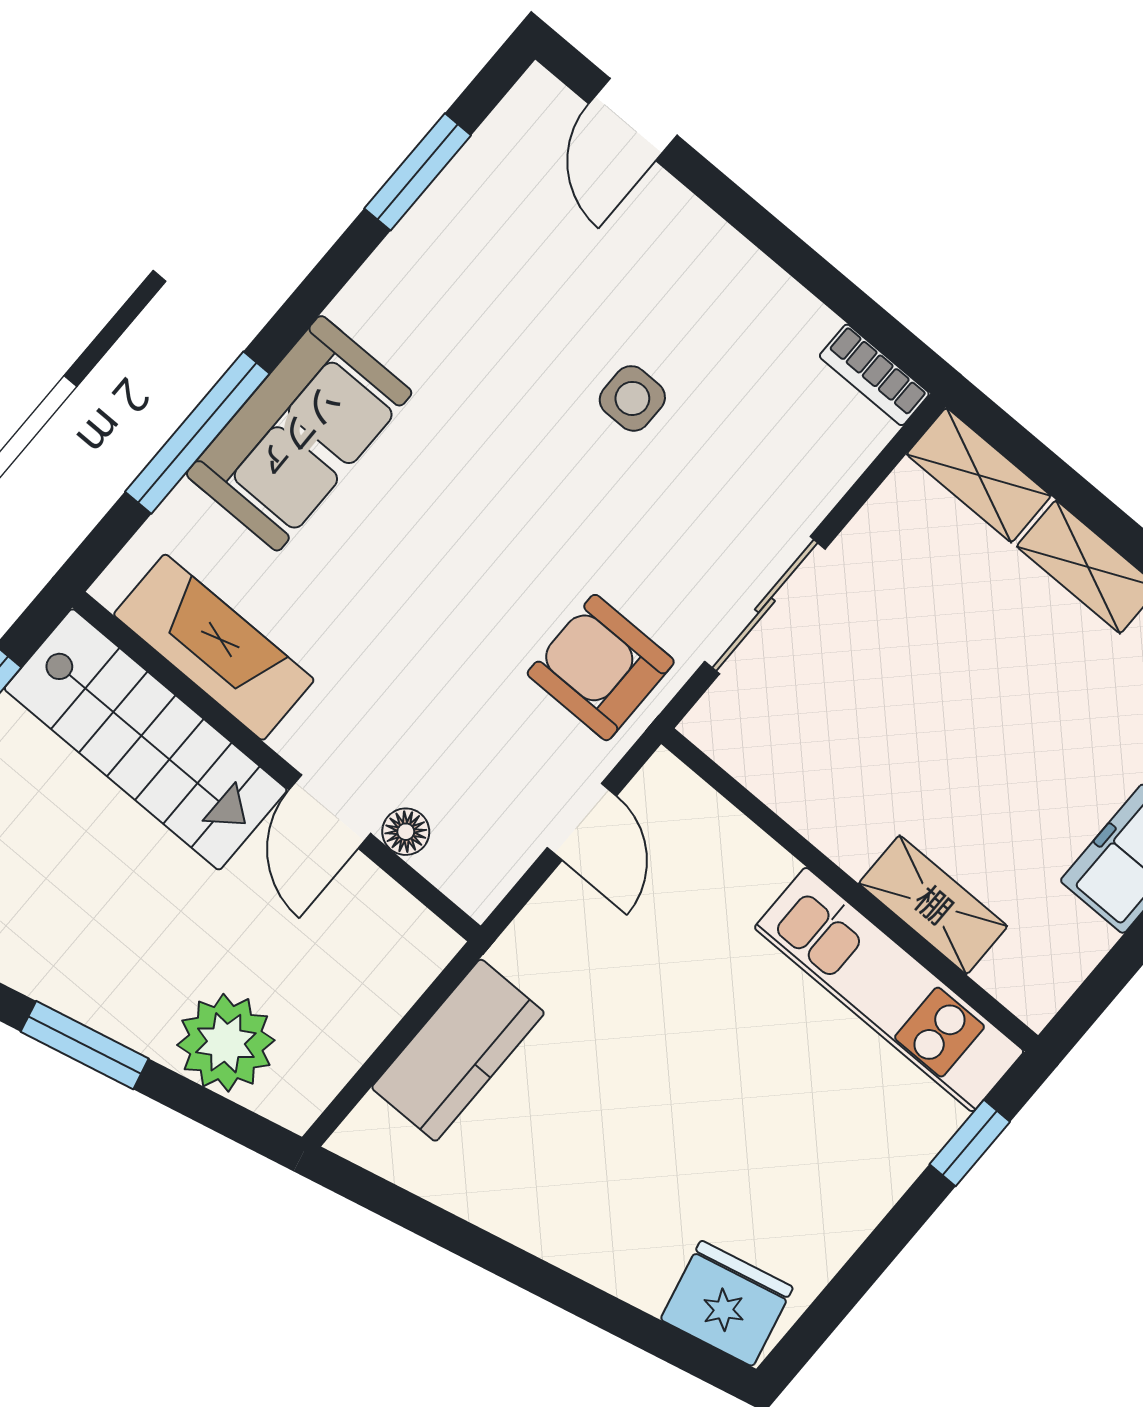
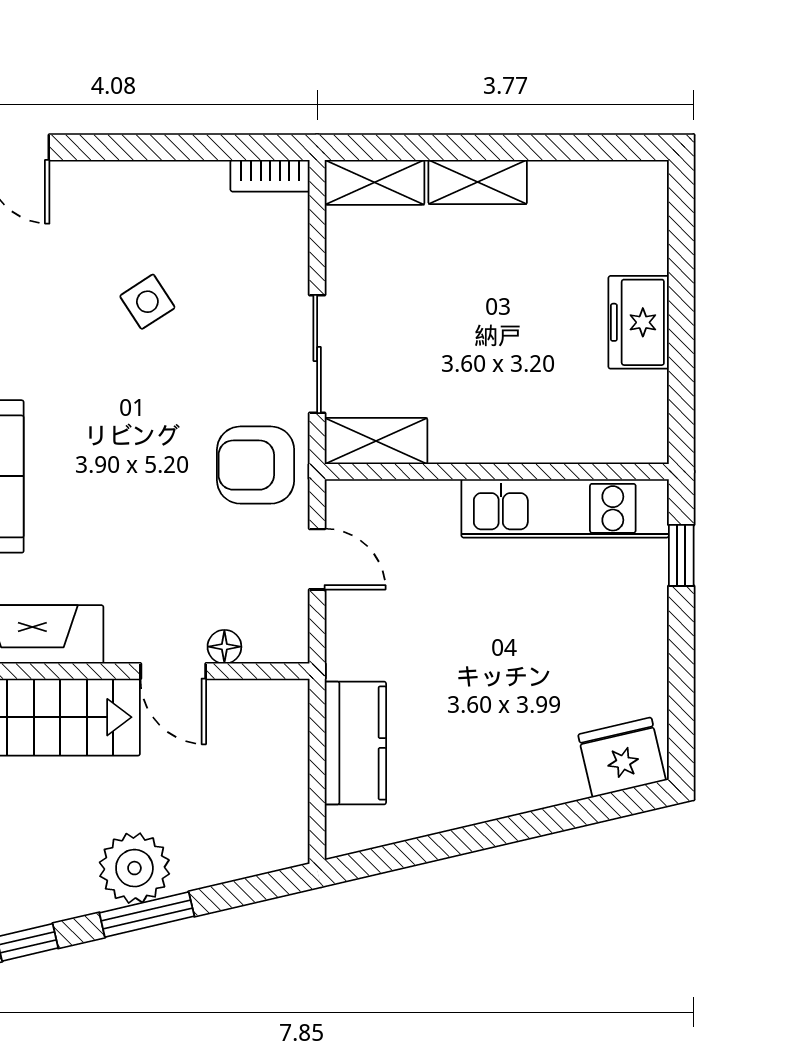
side table: (632, 398) -> (147, 302), turned -33
shelving: (933, 905) -> (376, 441), moved
plant: (226, 1043) -> (134, 868), moved

